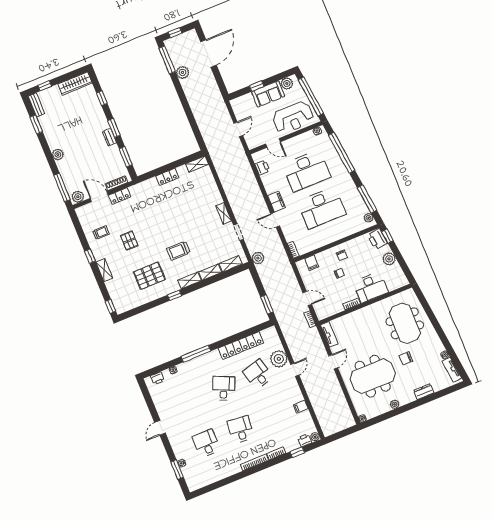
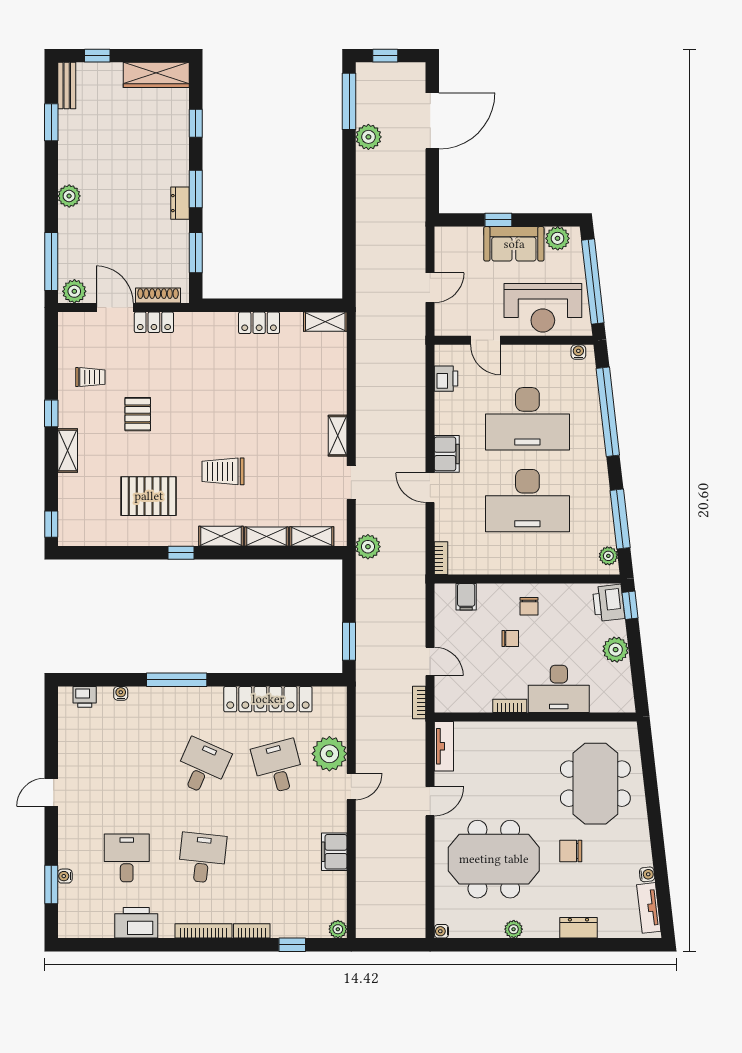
filing cabinet: (301, 407) -> (334, 852), width x2.00
printer: (305, 440) -> (136, 923), moved, width x1.87, depth x1.48

